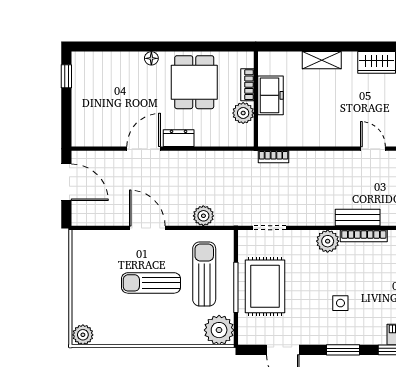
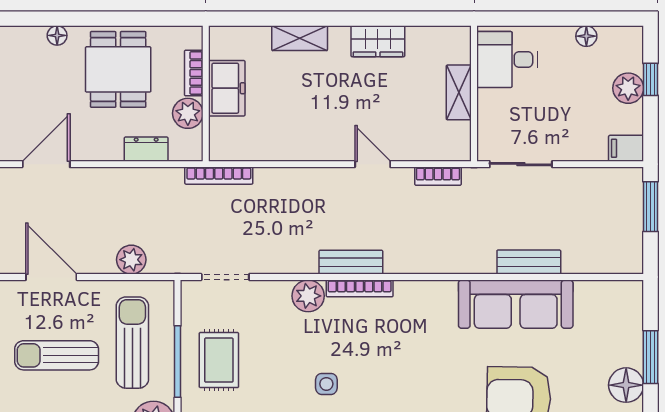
dresser: (179, 138) -> (146, 149), moved
bookcase: (273, 157) -> (219, 176), width x1.56
rug: (265, 286) -> (219, 360), width x0.73, depth x0.70

